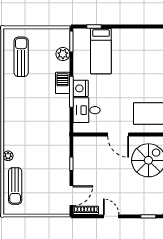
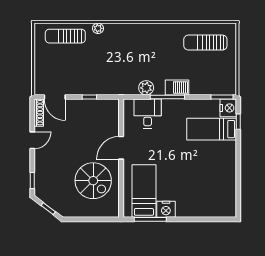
plant: (63, 54) -> (146, 88), moved
sun lounger: (21, 57) -> (205, 43), turned 180
nightstand: (81, 88) -> (228, 108), moved, turned 90

